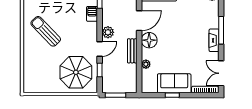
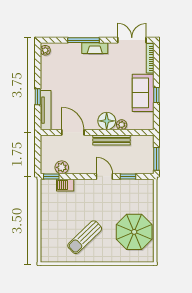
plant: (108, 32) -> (62, 167), moved
floor lamp: (149, 40) -> (107, 121), moved
bench: (132, 51) -> (112, 140), width x1.36
parasol: (76, 72) -> (134, 232), moved
double door: (221, 73) -> (132, 40), swing flipped

